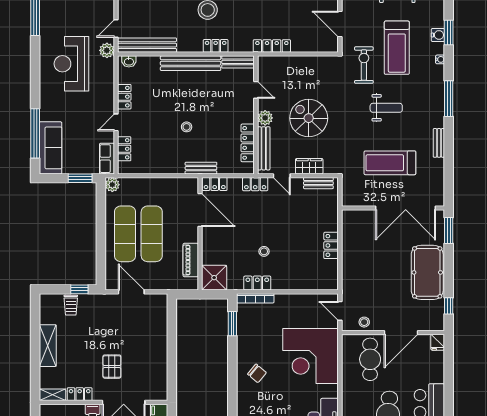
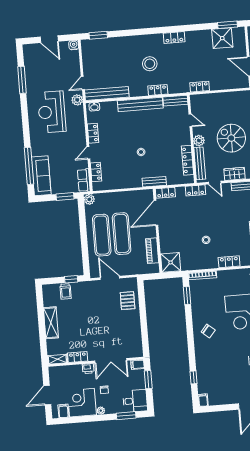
locker: (272, 46) -> (200, 87), width x0.66
door: (200, 210) -> (156, 213), swing flipped
locker: (257, 283) -> (229, 262), moved
pallet: (112, 367) -> (128, 301), moved

